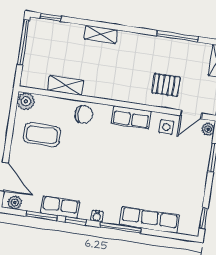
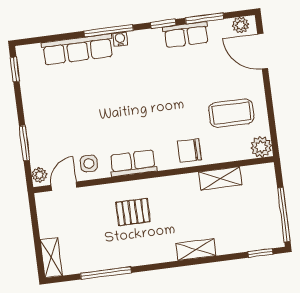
pallet: (166, 85) -> (133, 212), moved
water cooler: (97, 216) -> (120, 39), moved

